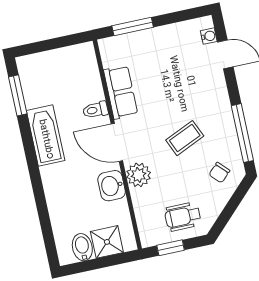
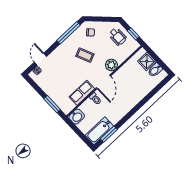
bathtub: (46, 136) -> (99, 131), moved
washbasin: (112, 186) -> (77, 117), moved

